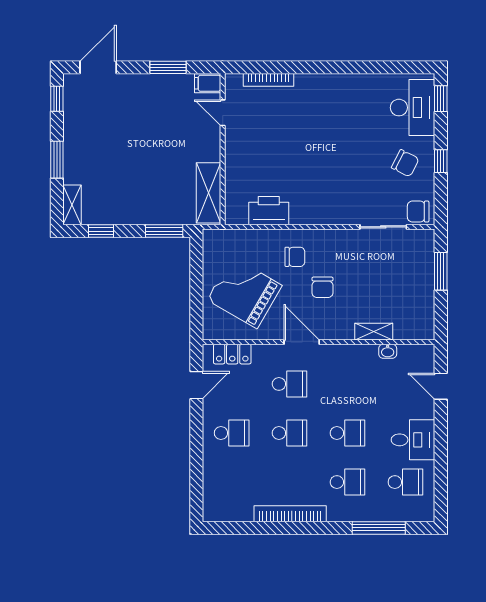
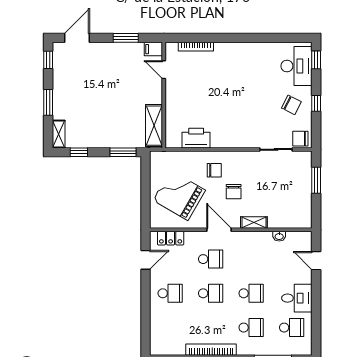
shelving: (374, 332) -> (254, 222), moved

